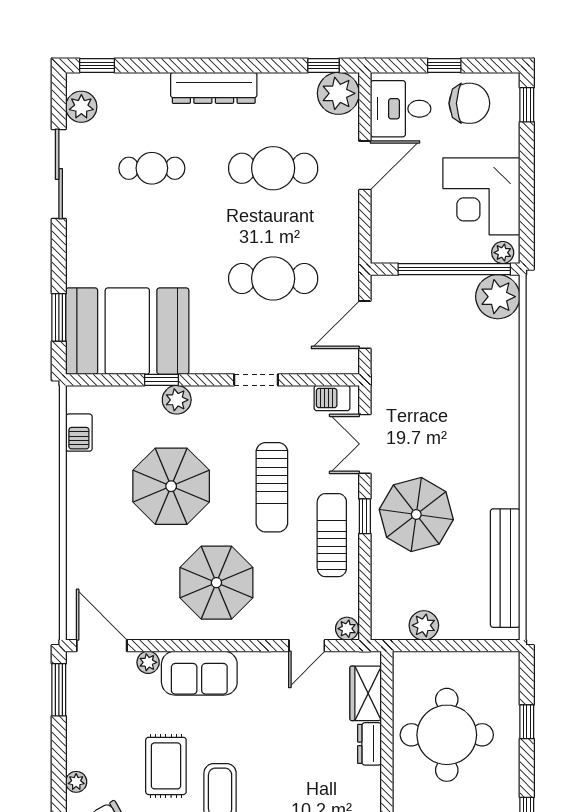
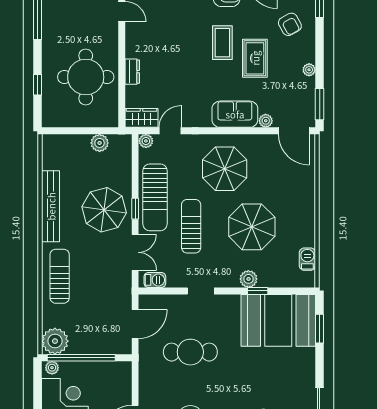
sun lounger: (490, 404) -> (60, 276), added
sun lounger: (332, 535) -> (155, 197), width x1.36, depth x1.34
bench: (505, 568) -> (51, 206), moved
wardrobe: (366, 693) -> (142, 118), moved, turned -90
plant: (76, 782) -> (309, 70), moved

